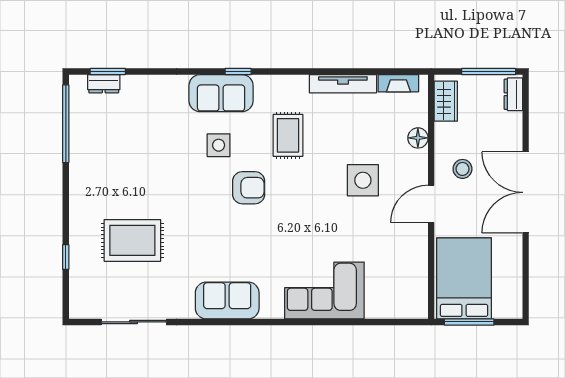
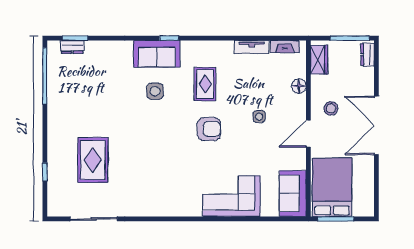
tv unit: (343, 84) -> (252, 47), width x0.71
side table: (363, 180) -> (259, 117), width x0.54, depth x0.54
armchair: (249, 188) -> (209, 129), moved
rug: (132, 240) -> (93, 160), turned 90
sofa: (227, 300) -> (293, 194), moved, turned -90

